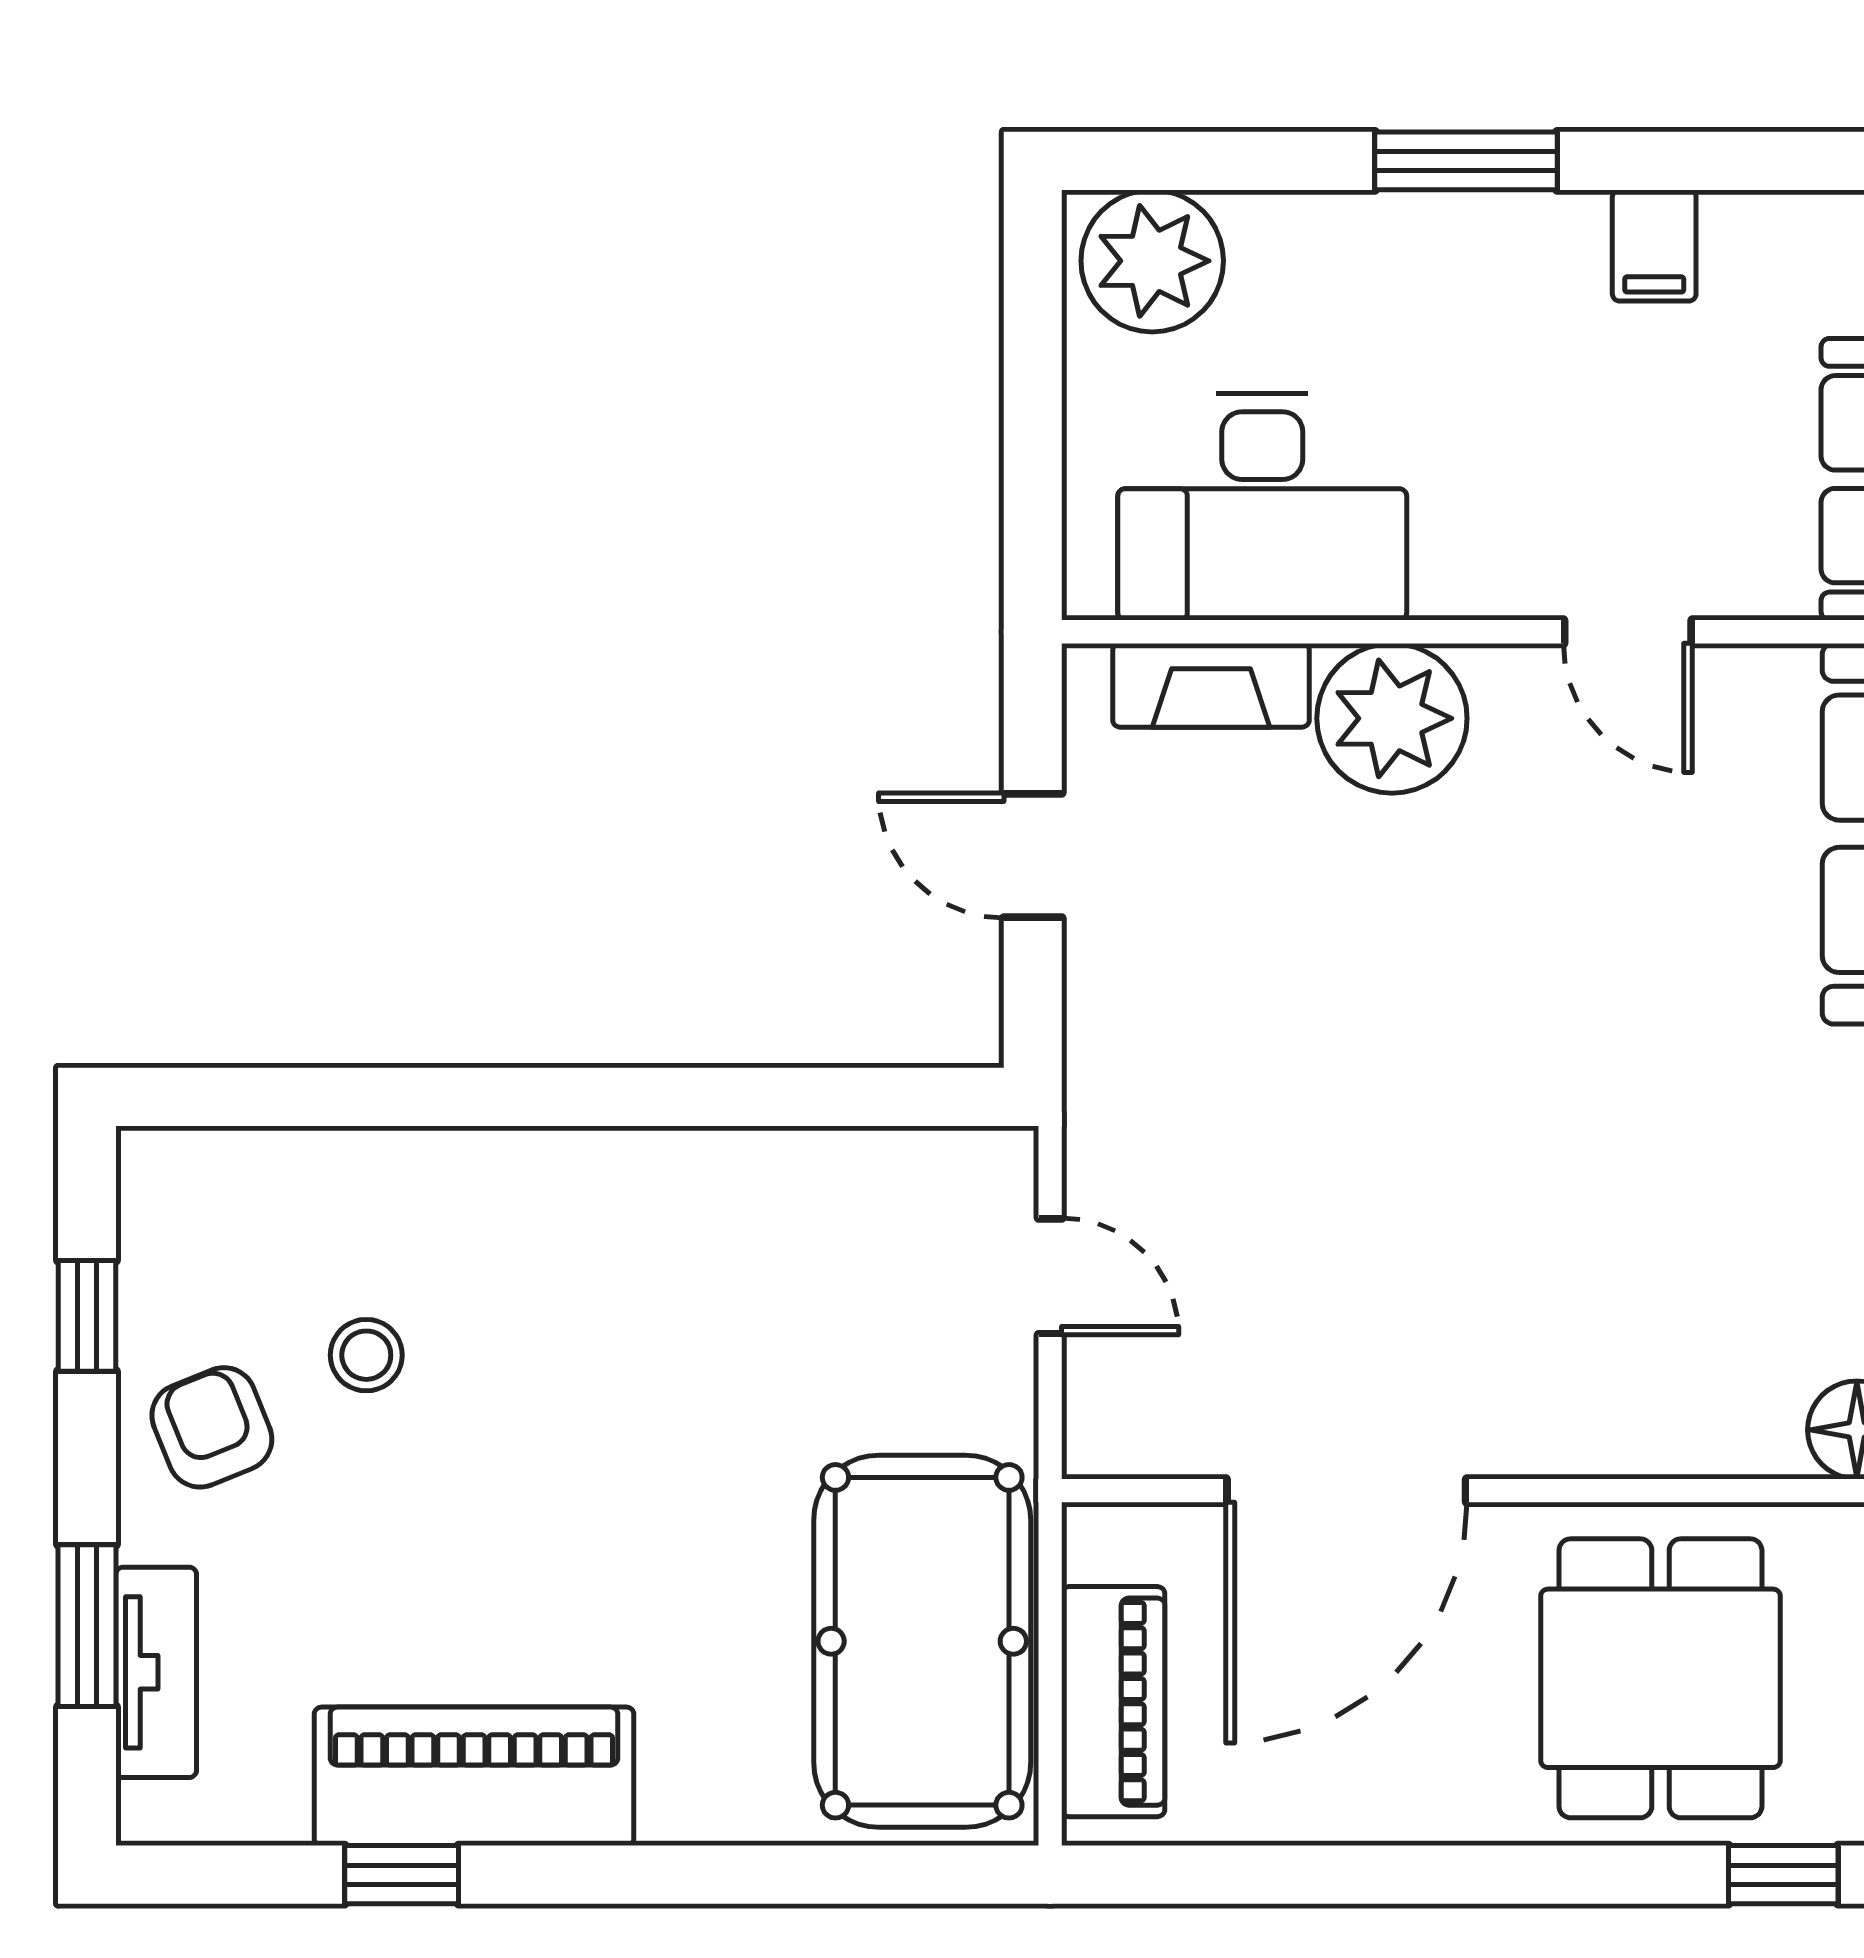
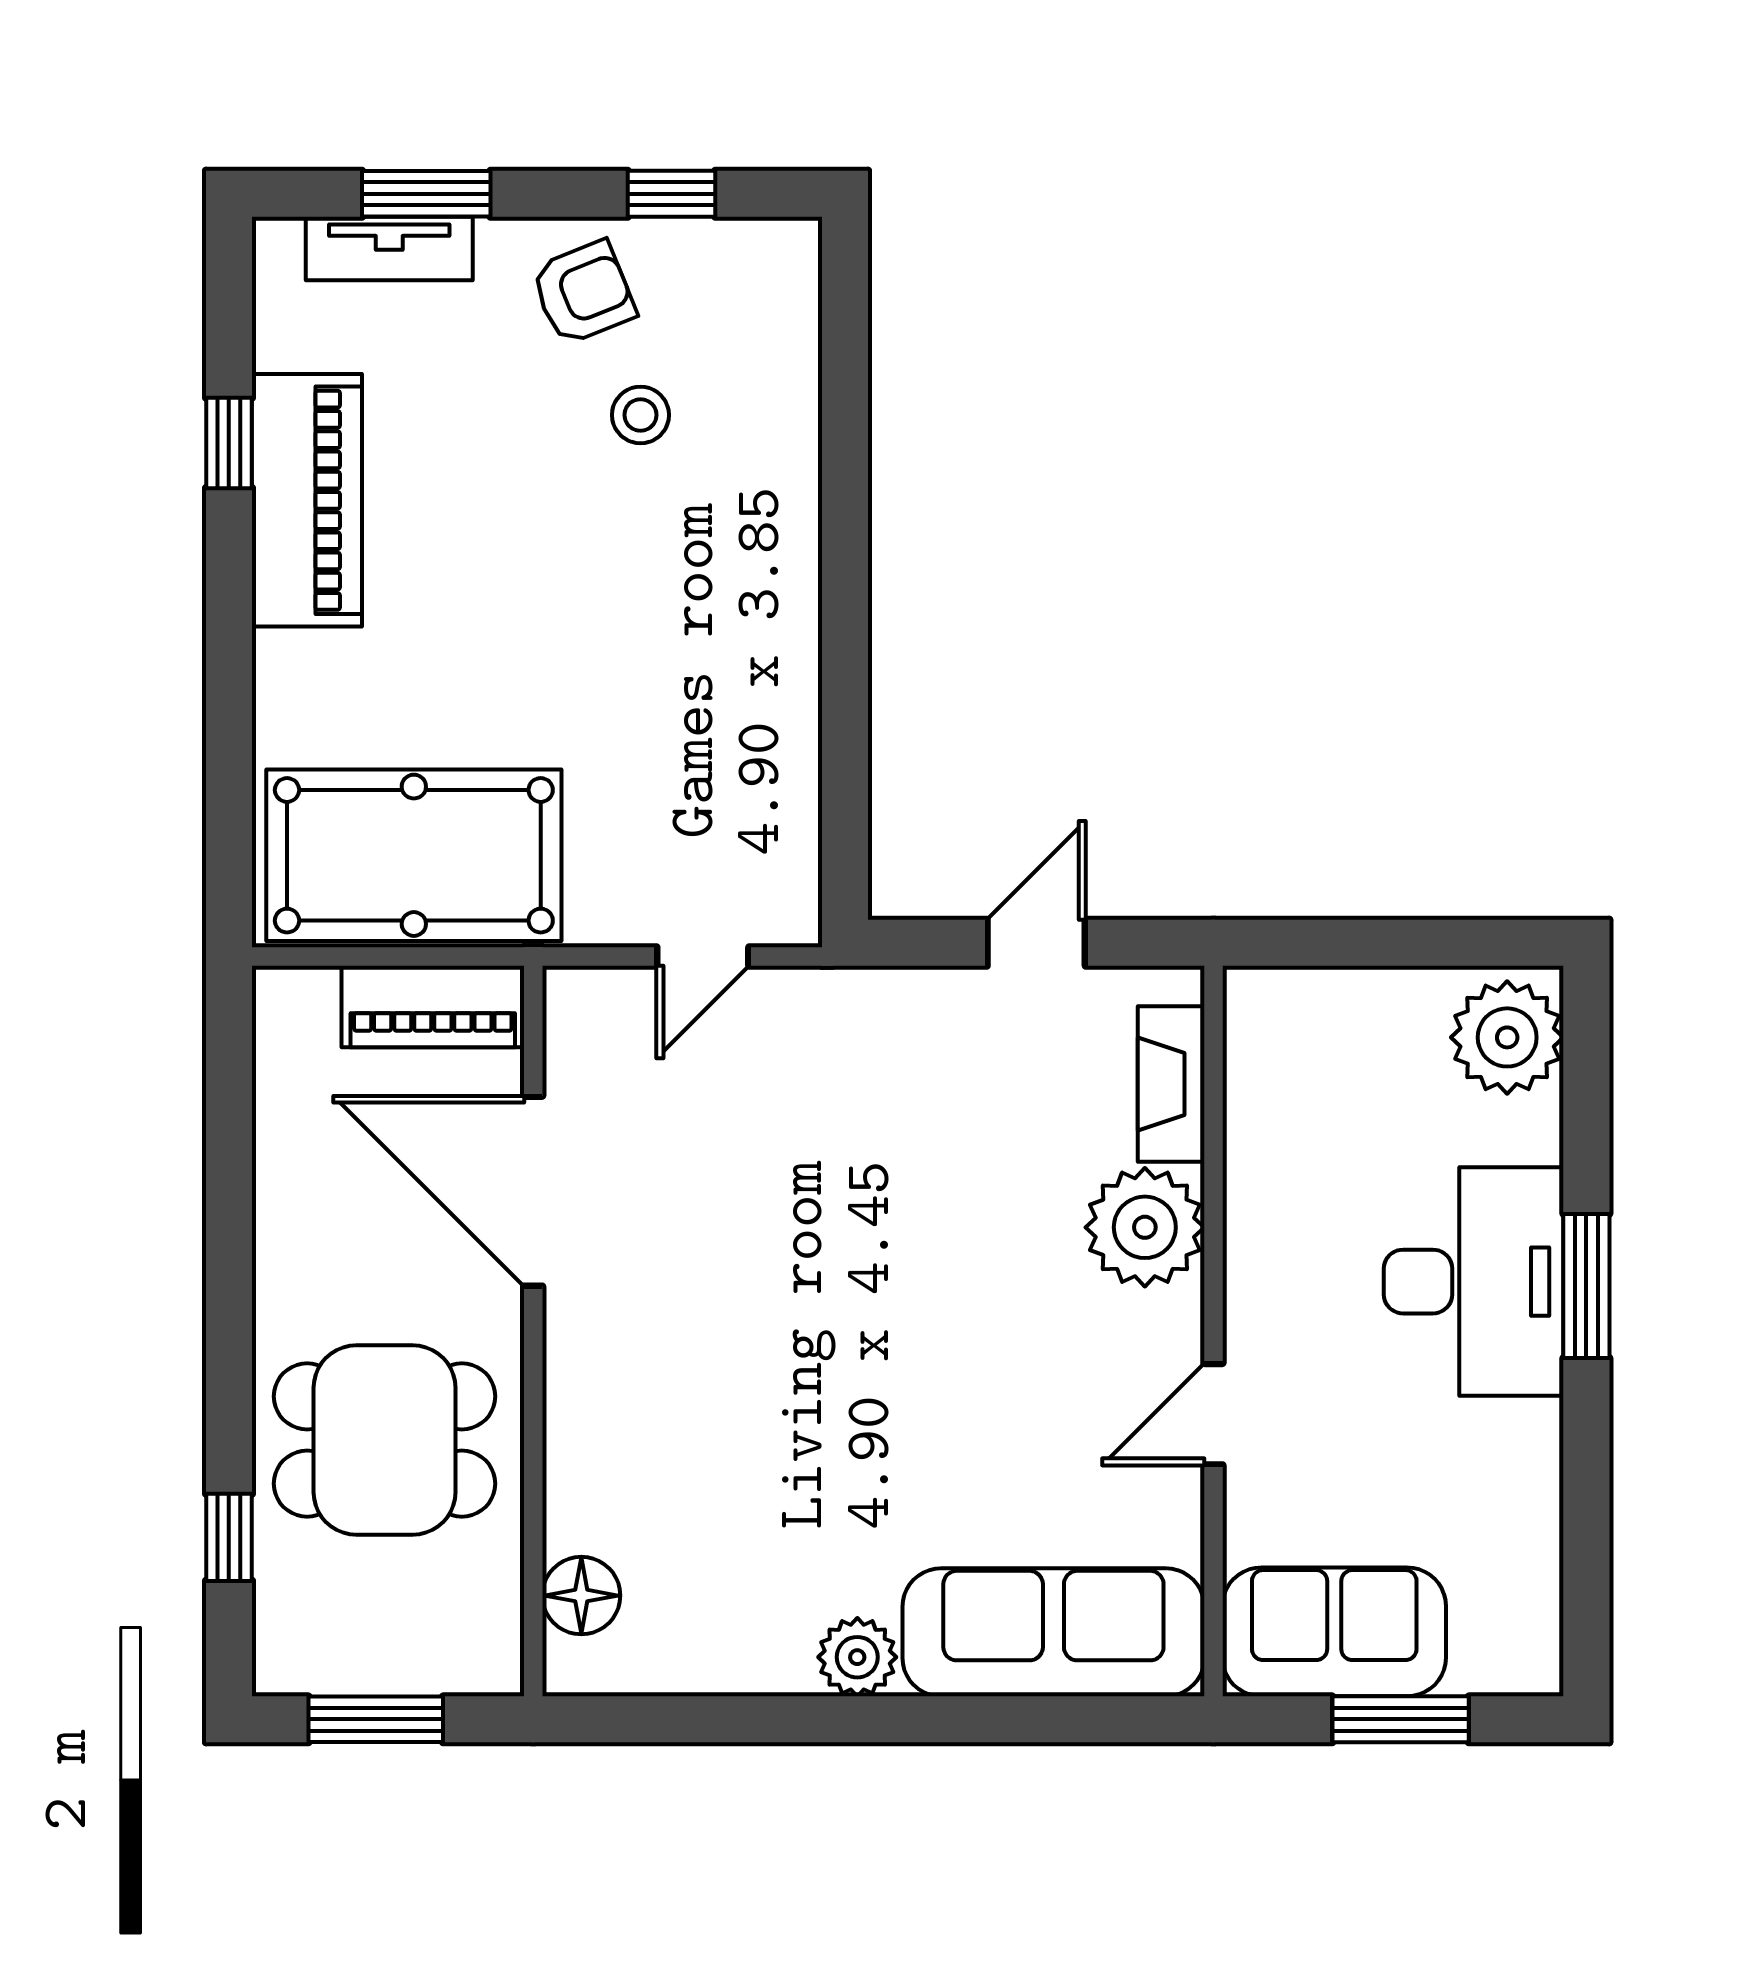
filing cabinet: (1654, 245) -> (1519, 1435), removed
desk: (1262, 507) -> (1474, 1282), moved, turned 180
piano: (1113, 1702) -> (433, 1006), moved

